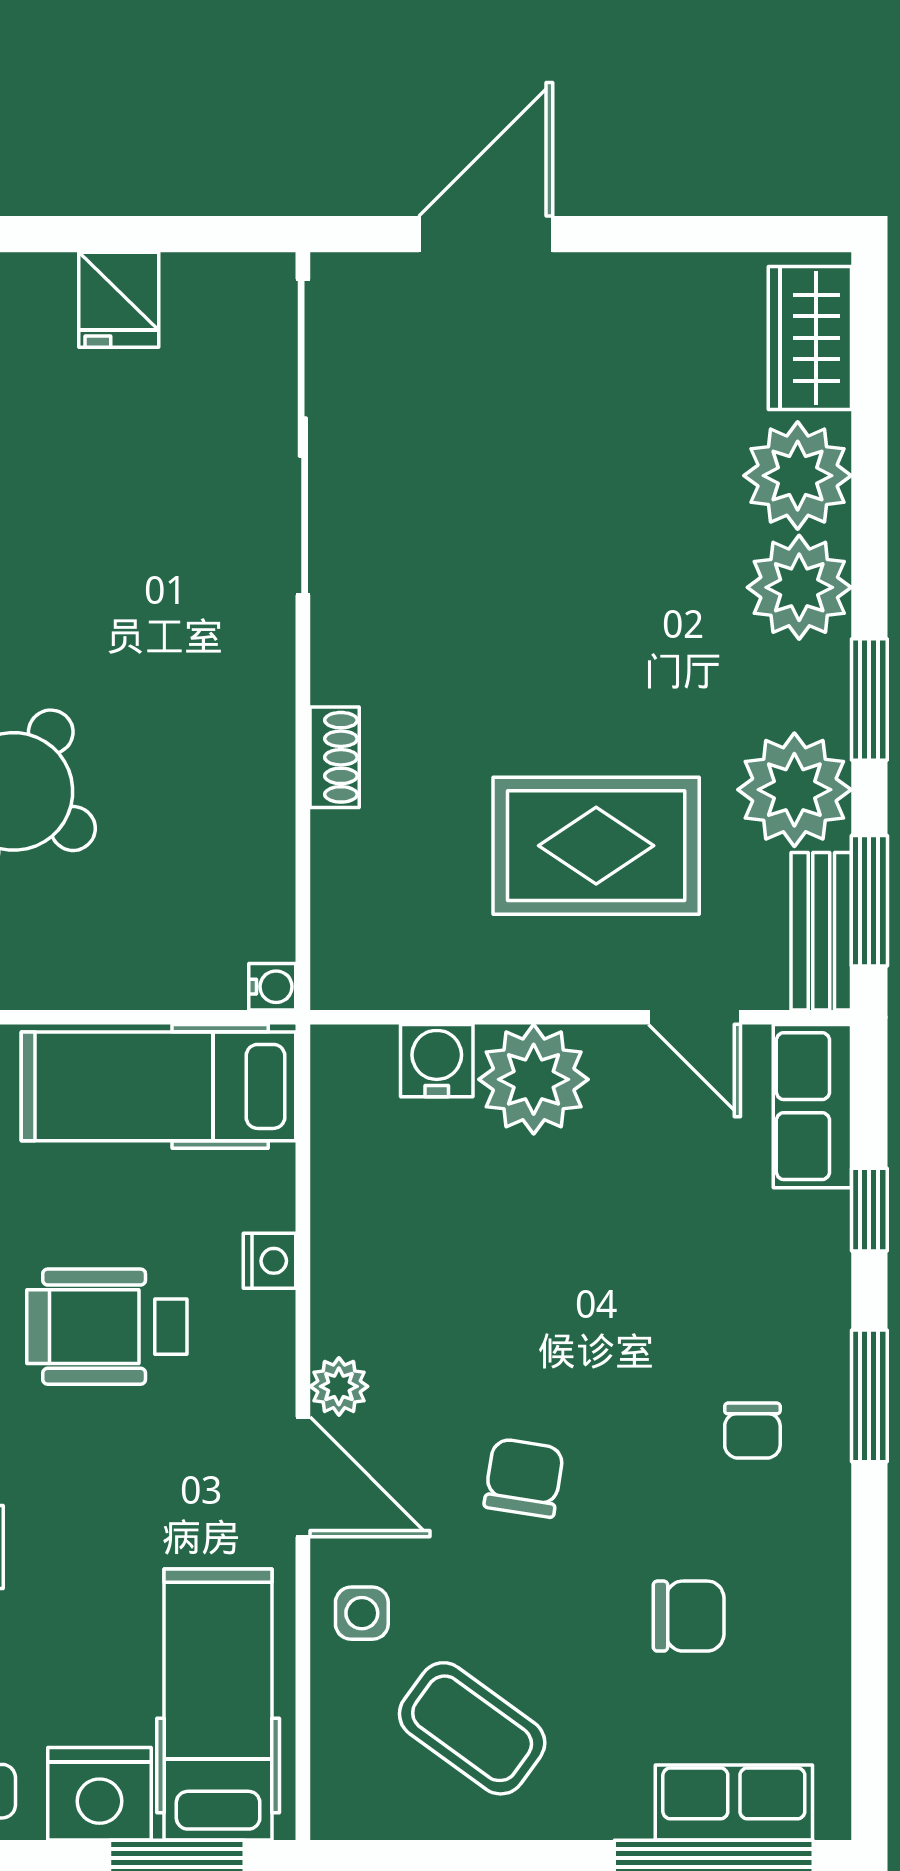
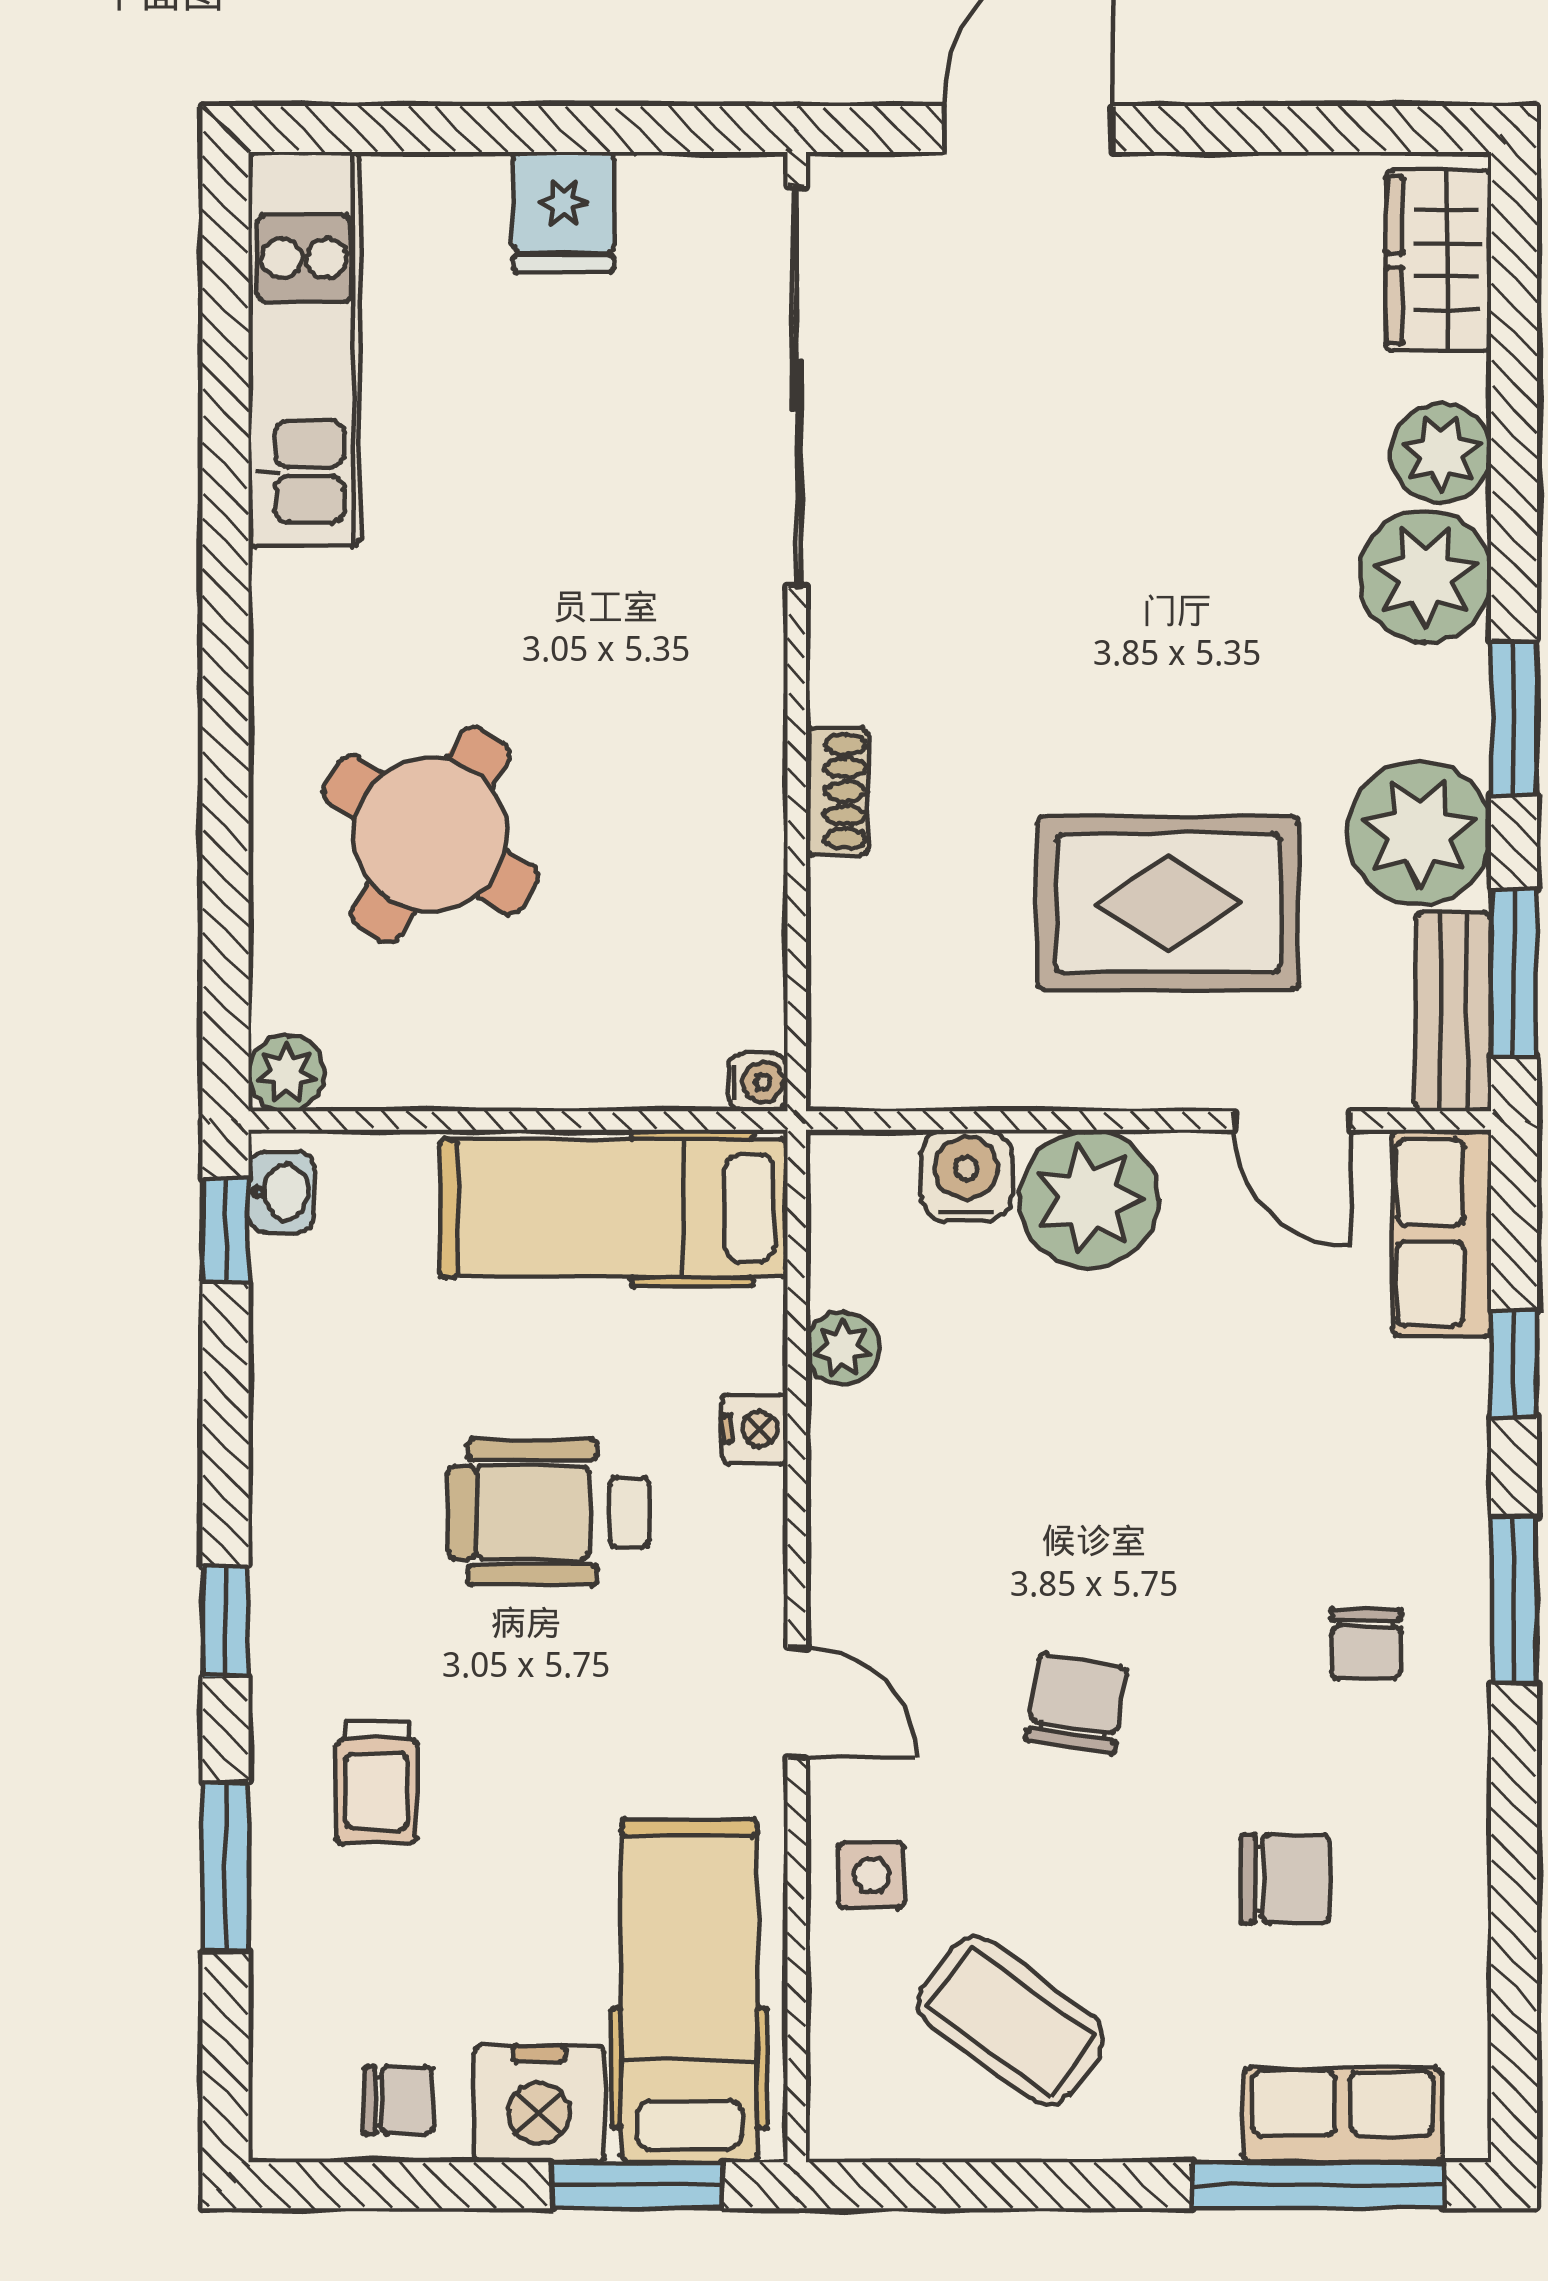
plant: (798, 476) -> (1441, 453), width x0.73, depth x0.73
plant: (339, 1386) -> (842, 1348), moved
door: (303, 1477) -> (797, 1703), width x0.73

